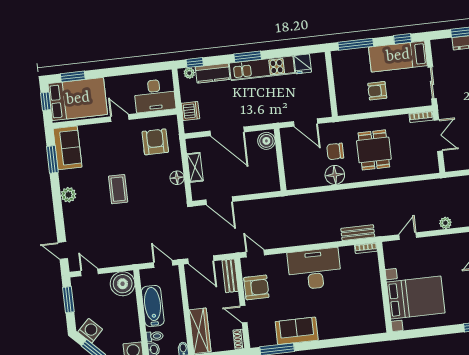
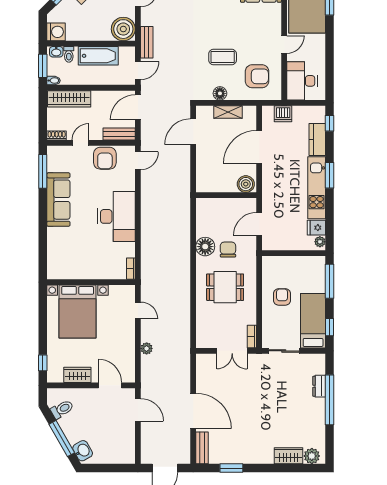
plant: (189, 73) -> (320, 242), moved
coffee table: (118, 189) -> (223, 57), moved
bench: (358, 233) -> (147, 42), moved
sofa: (297, 331) -> (58, 200), width x1.36

